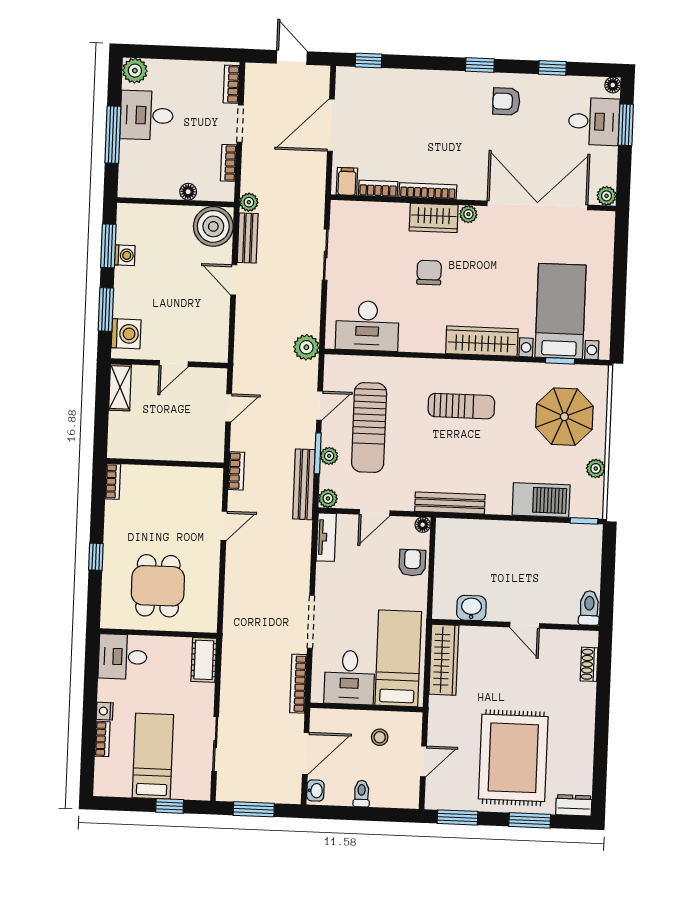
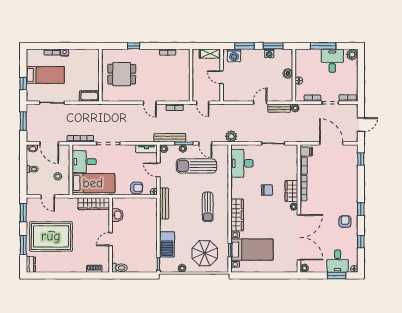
boiler: (213, 226) -> (288, 73), moved, width x0.54, depth x0.54
wall: (165, 463) -> (191, 75), moved
desk: (123, 657) -> (89, 60), removed

